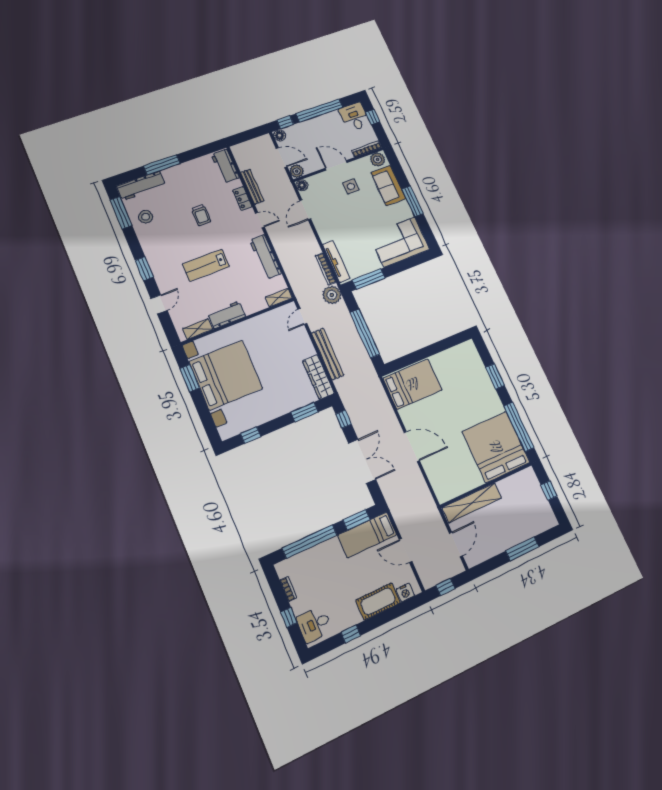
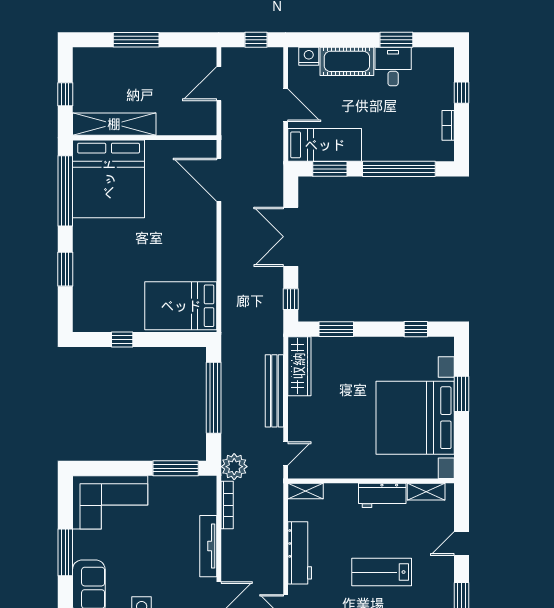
tv unit: (336, 261) -> (208, 546), moved
lab bench: (206, 265) -> (382, 572), turned 180
window: (439, 347) -> (122, 340), added
window: (190, 378) -> (461, 394), moved
door: (412, 447) -> (219, 180), moved
shelving: (472, 503) -> (114, 124), moved
desk: (314, 624) -> (393, 67), moved, turned -90
window: (351, 634) -> (396, 40), width x1.50

